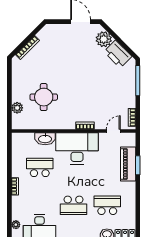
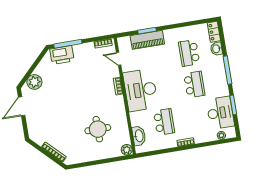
printer: (118, 54) -> (62, 55), moved, turned 45
plant: (17, 108) -> (127, 150), moved
washbasin: (45, 139) -> (139, 136), moved
school desk: (40, 167) -> (164, 122), turned 180

